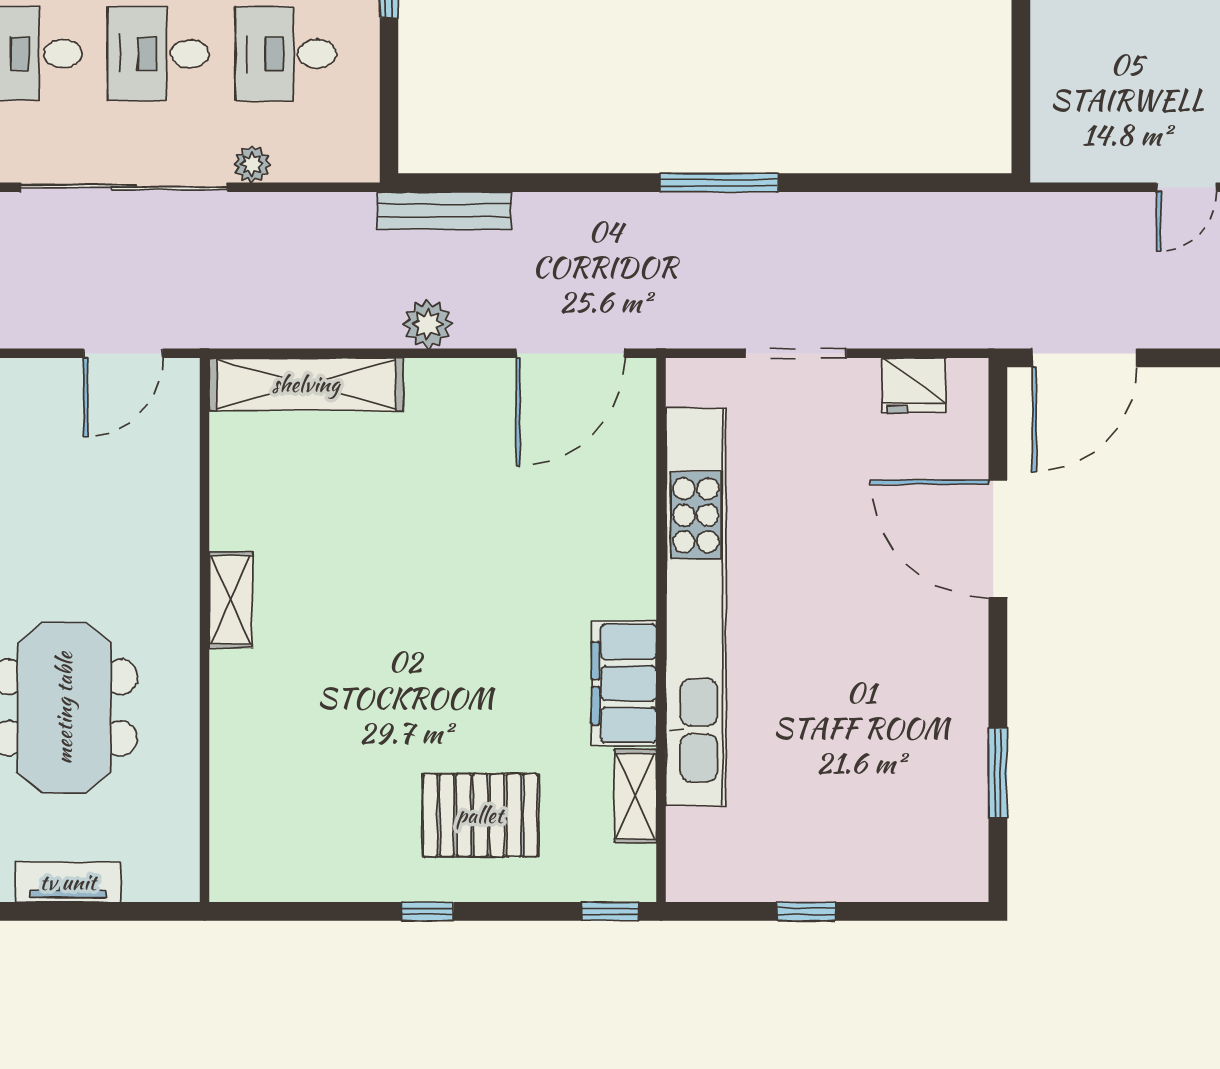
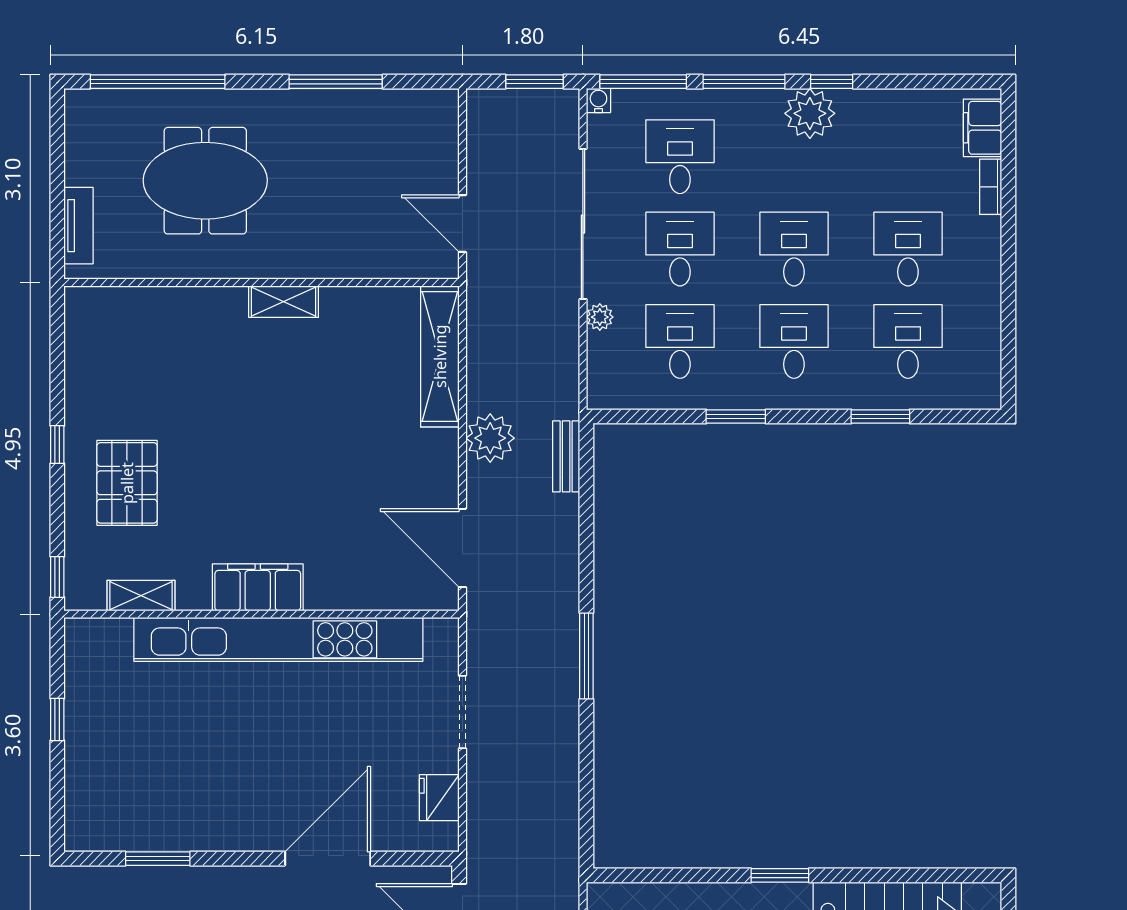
bench: (444, 211) -> (566, 456), width x0.73
plant: (428, 324) -> (490, 438), width x1.36, depth x1.36
filing cabinet: (624, 683) -> (258, 587), moved
tv unit: (68, 882) -> (79, 226), moved

